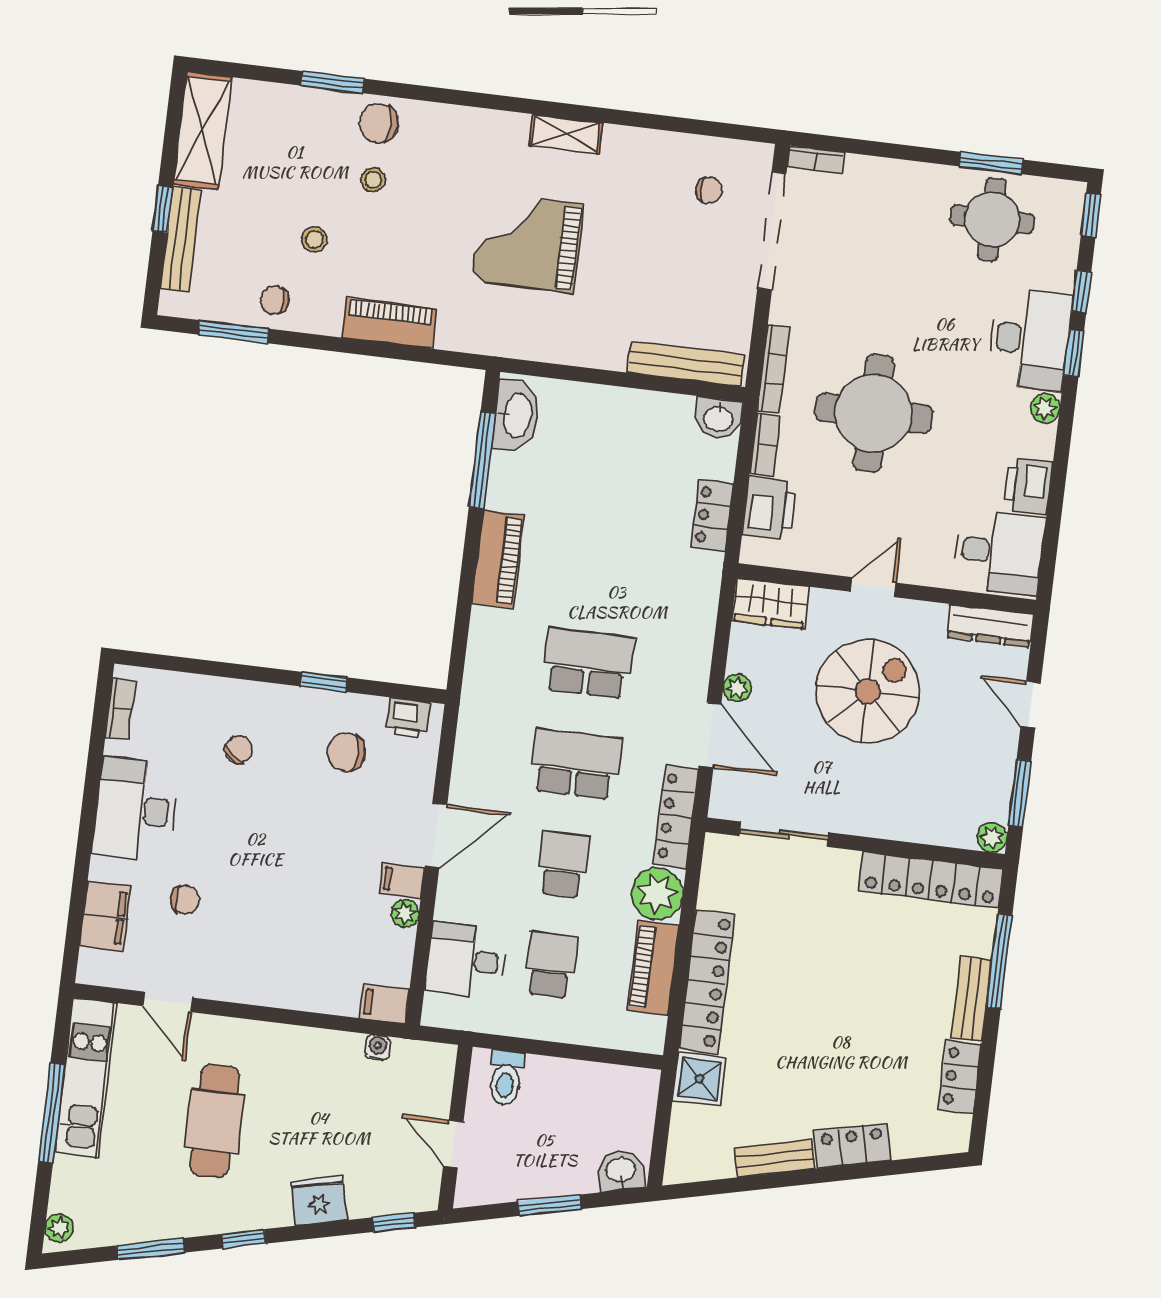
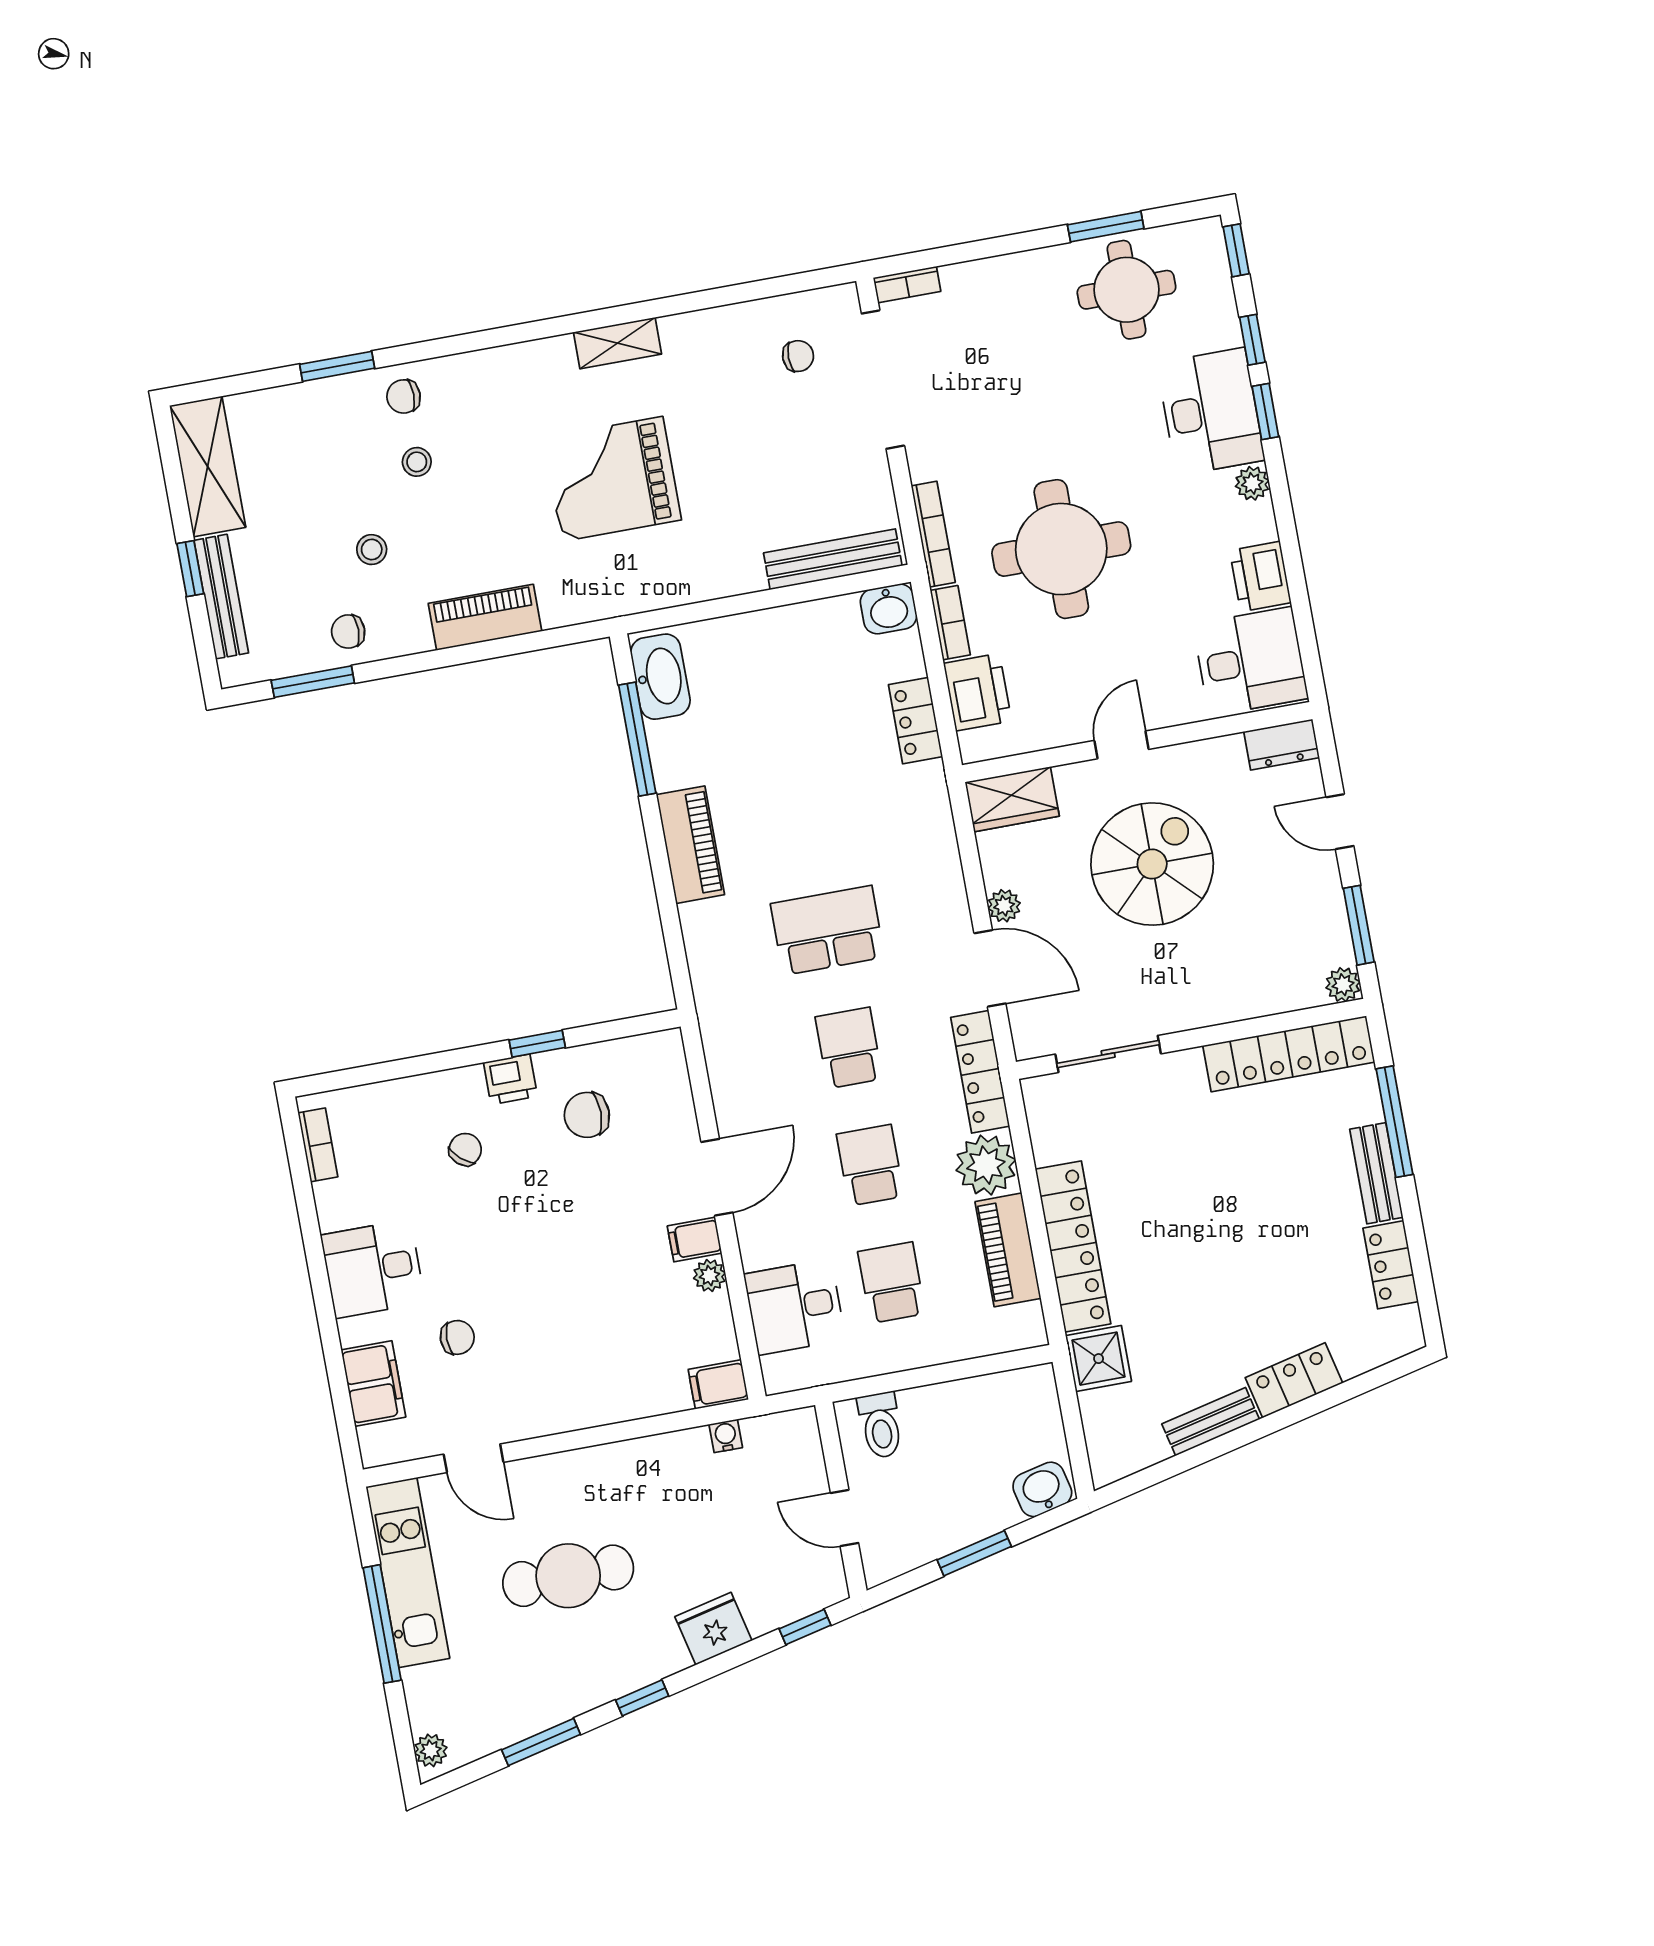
chair: (379, 123) -> (404, 396), width x0.73, depth x0.73
dresser: (990, 626) -> (1282, 745), width x0.70
printer: (408, 718) -> (510, 1079), moved
school desk: (576, 764) -> (849, 1048), width x0.54
desk: (135, 810) -> (373, 1269), width x0.73
cafe table: (215, 1121) -> (568, 1576), turned 90

